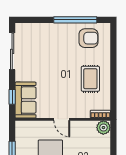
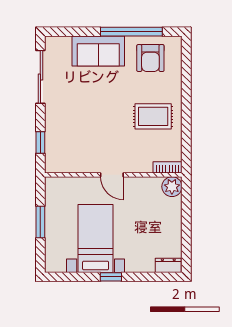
armchair: (88, 38) -> (150, 58), turned 90
rug: (90, 79) -> (153, 116), turned 90
sofa: (26, 100) -> (98, 51), moved, turned 90

